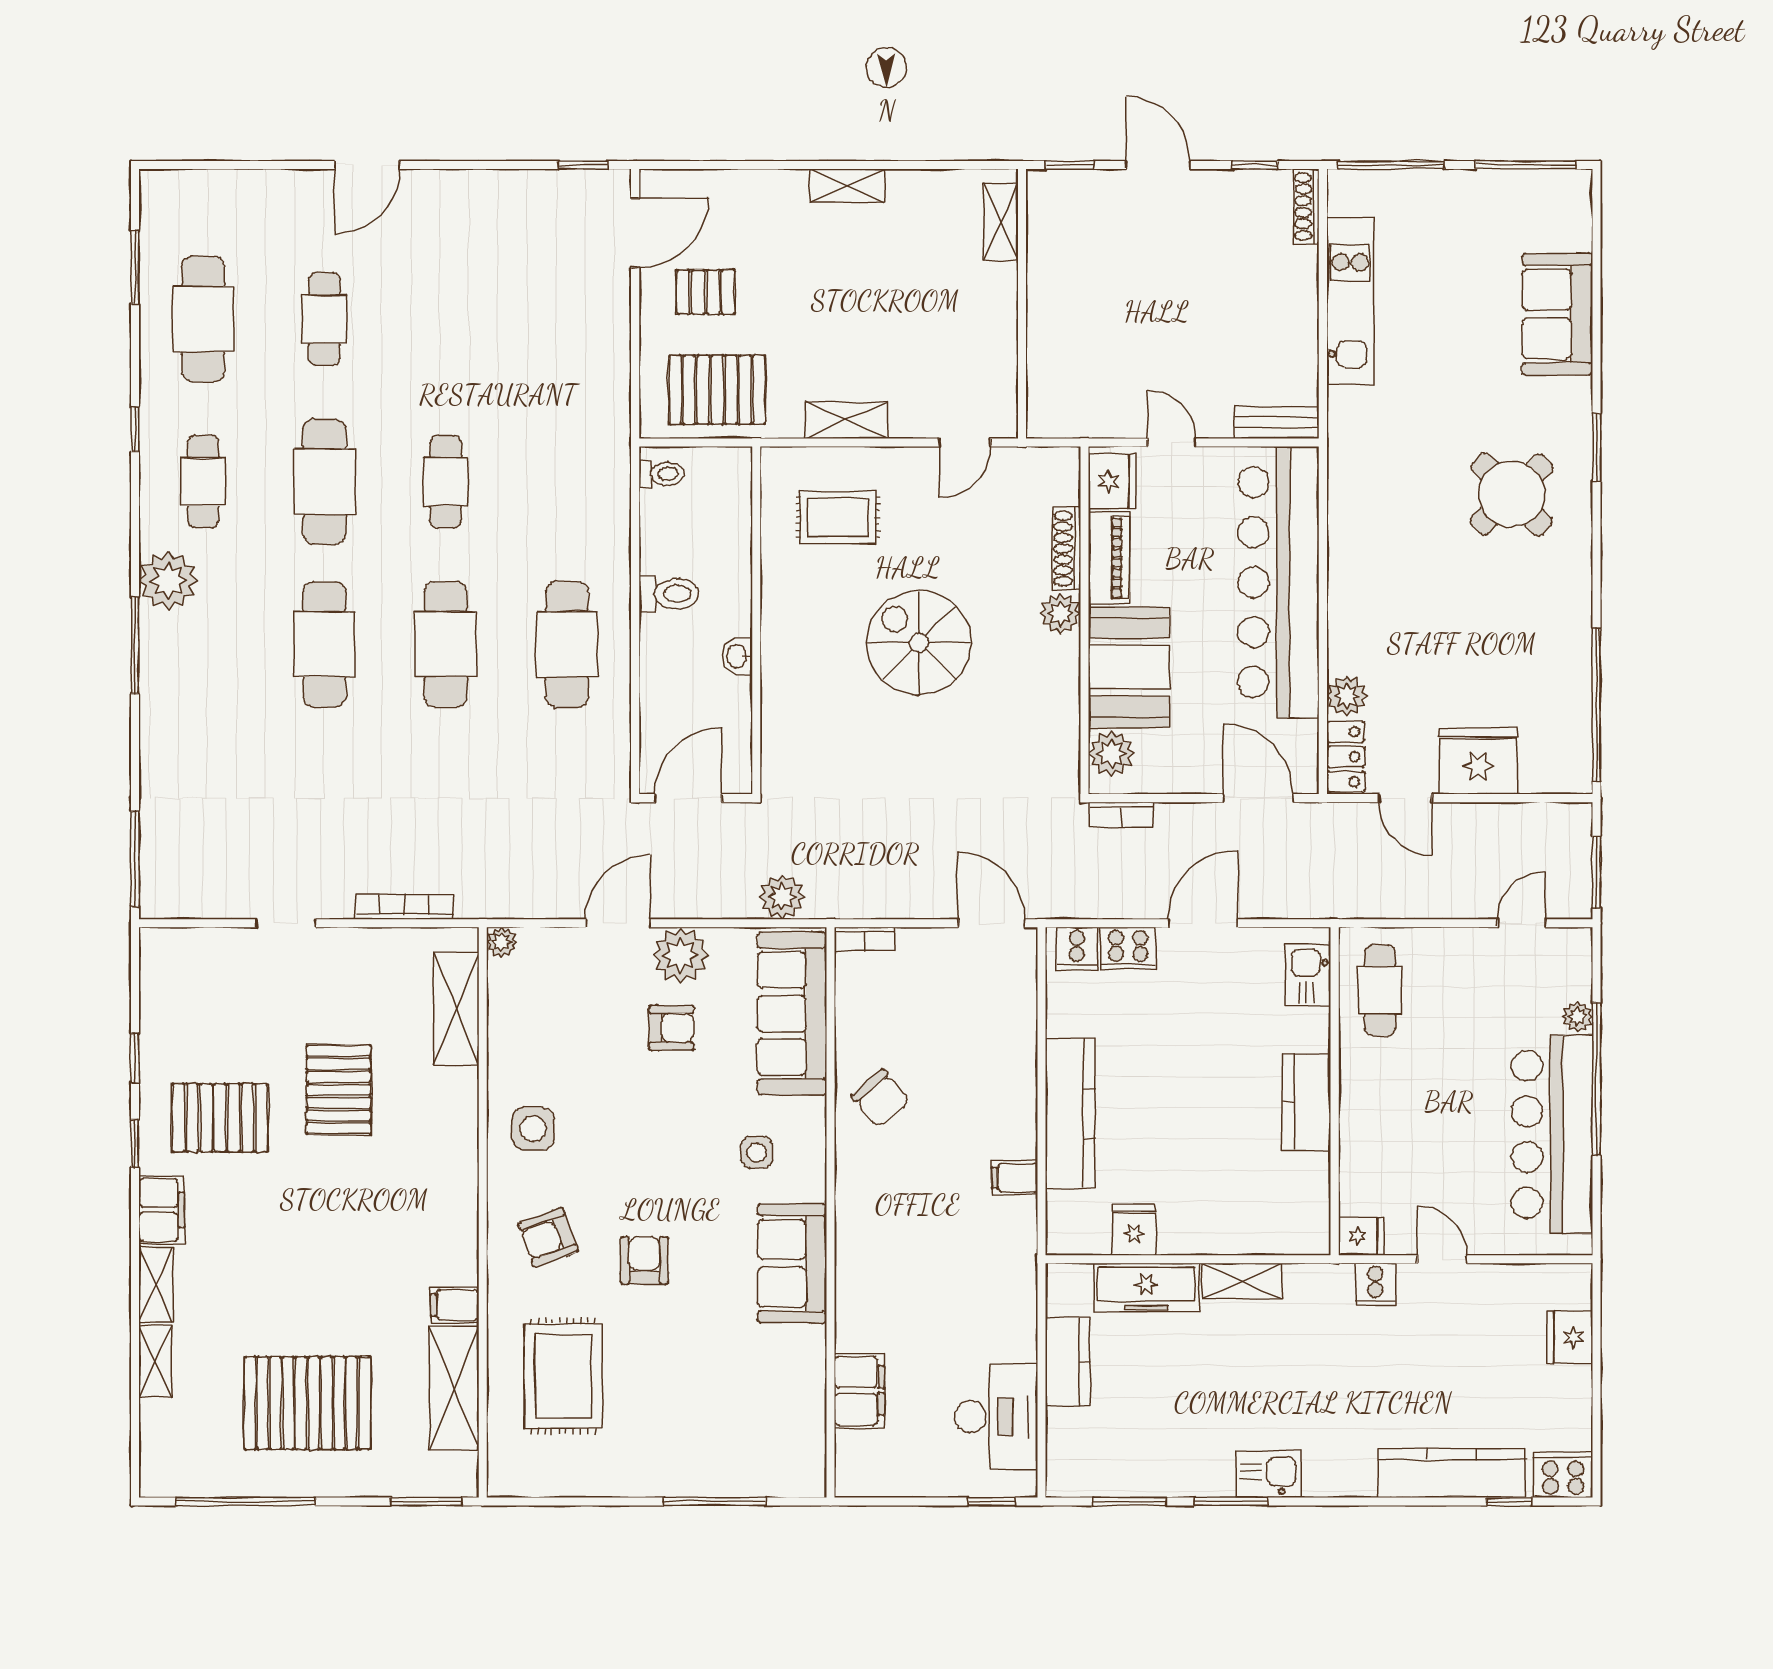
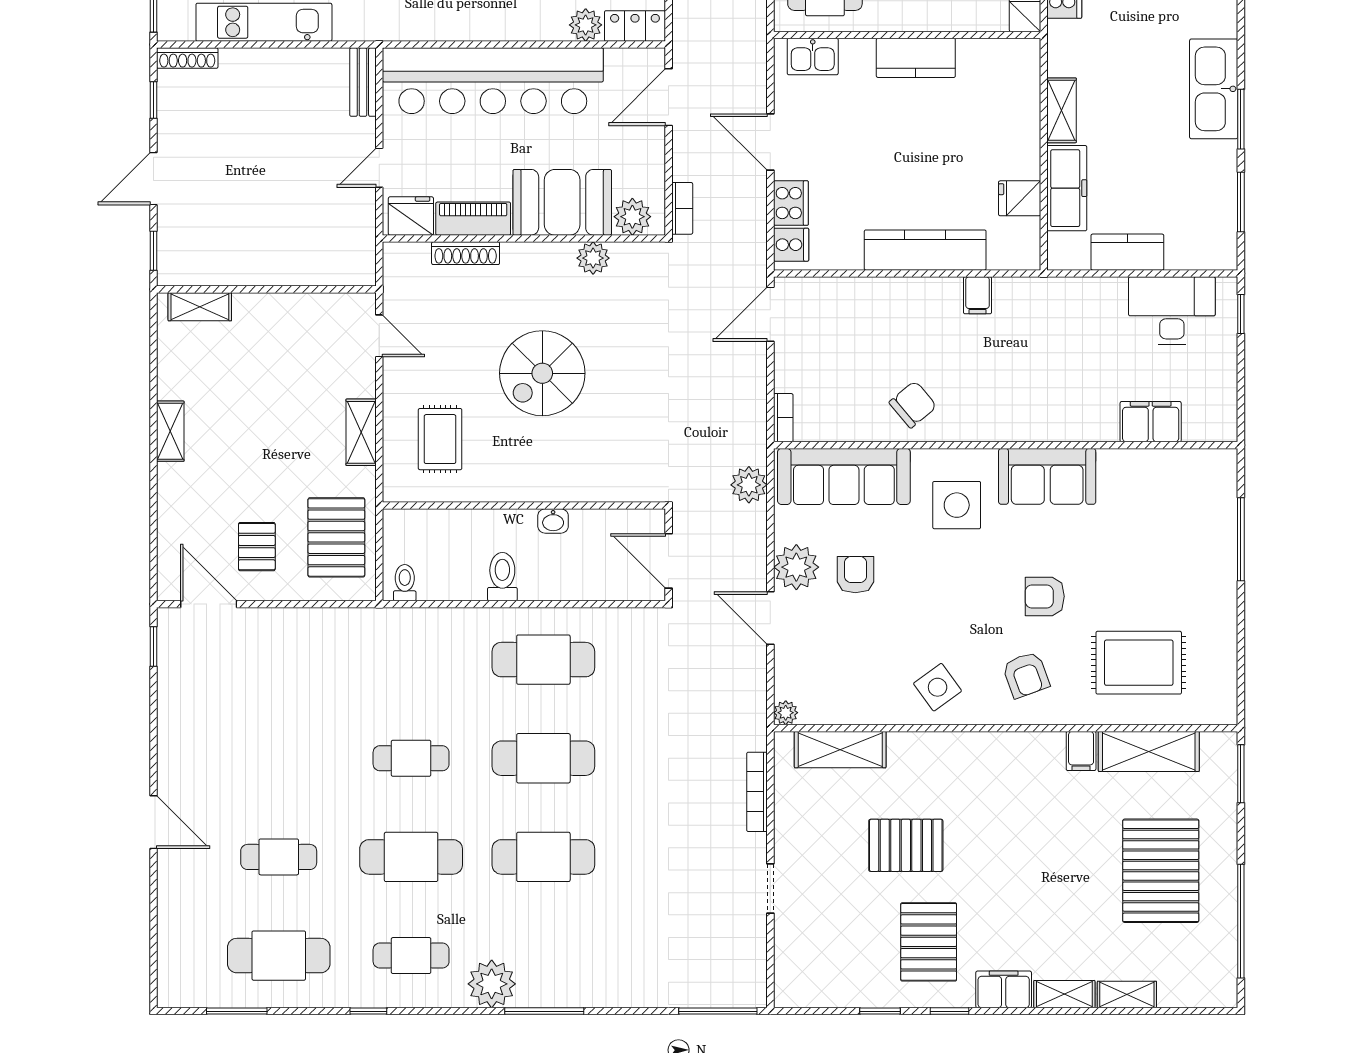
plant: (1060, 614) -> (593, 258), moved
side table: (533, 1129) -> (938, 687), turned -36
side table: (757, 1152) -> (957, 505), width x1.87, depth x1.87
kitchen sink: (1268, 1474) -> (1214, 89), width x1.87, depth x1.24

